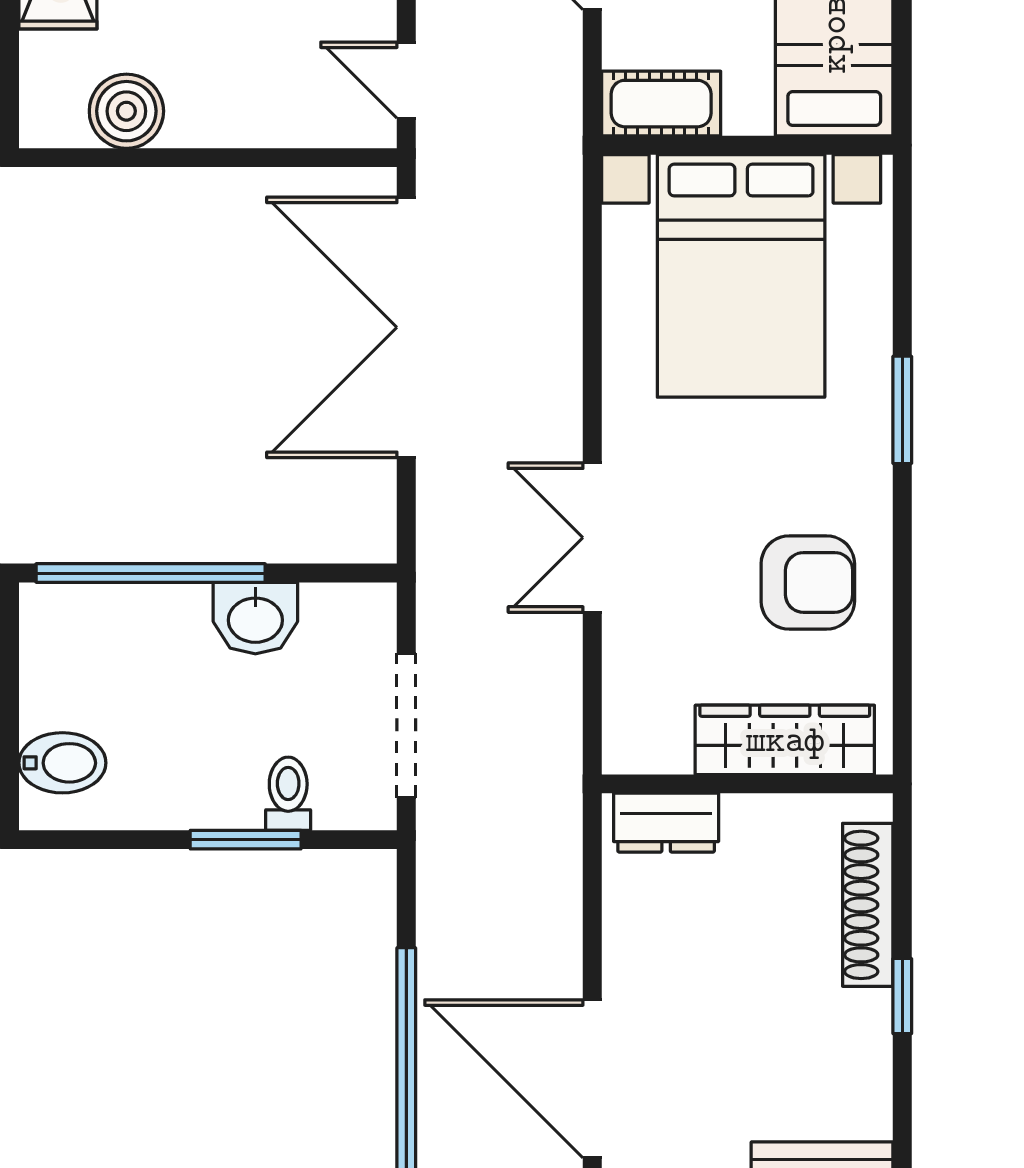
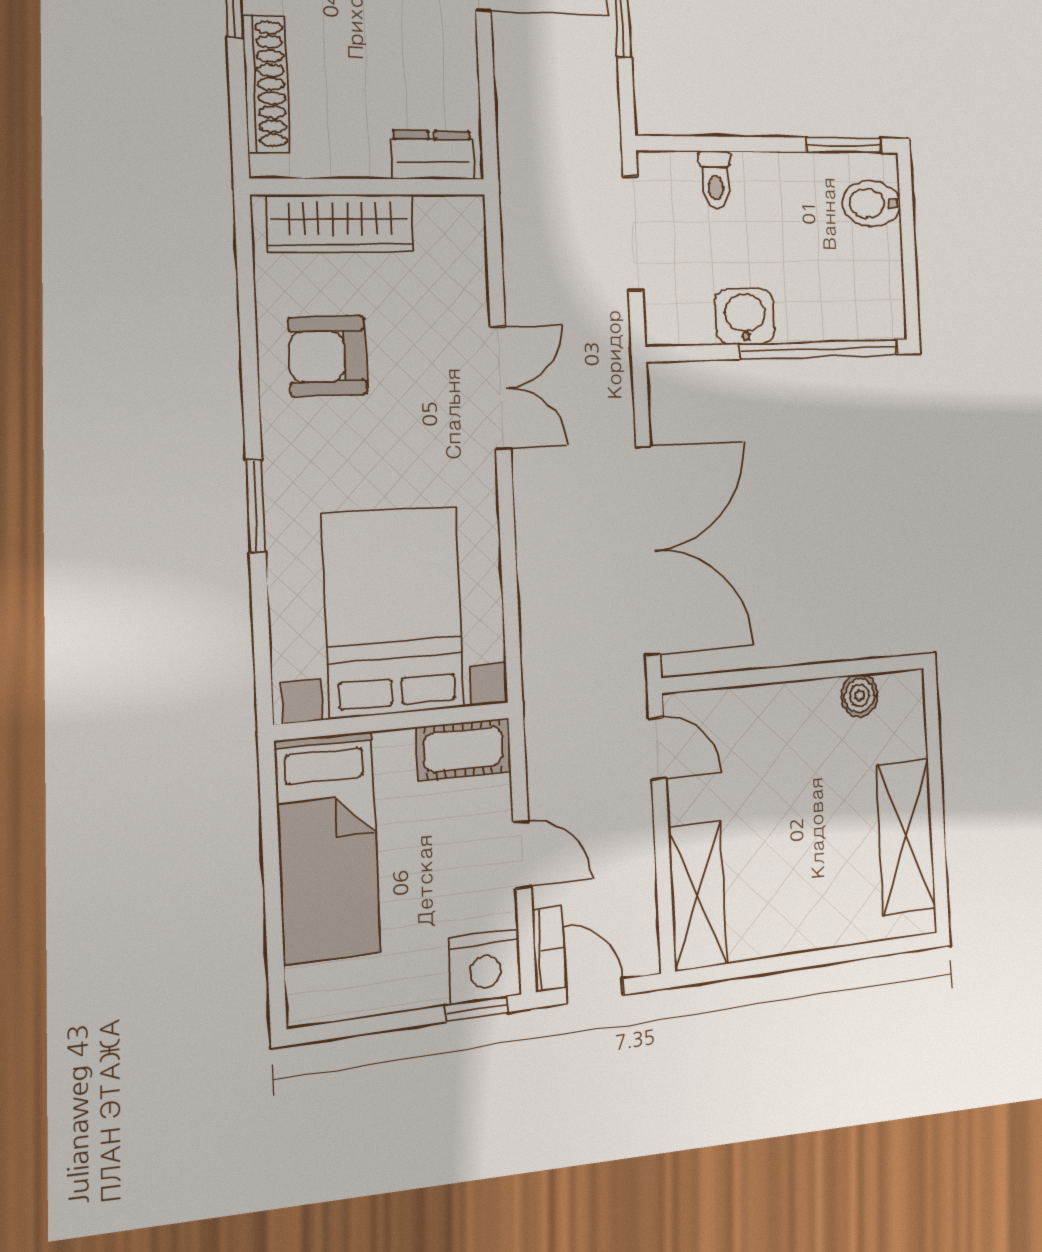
boiler: (126, 111) -> (859, 695), width x0.73, depth x0.73
window: (246, 840) -> (844, 145), moved

